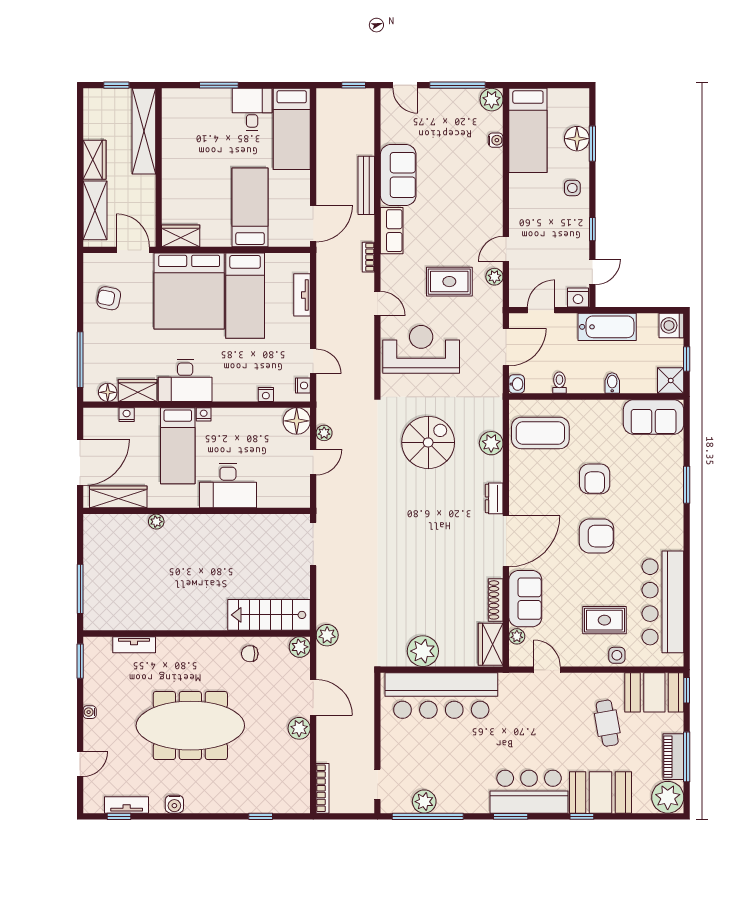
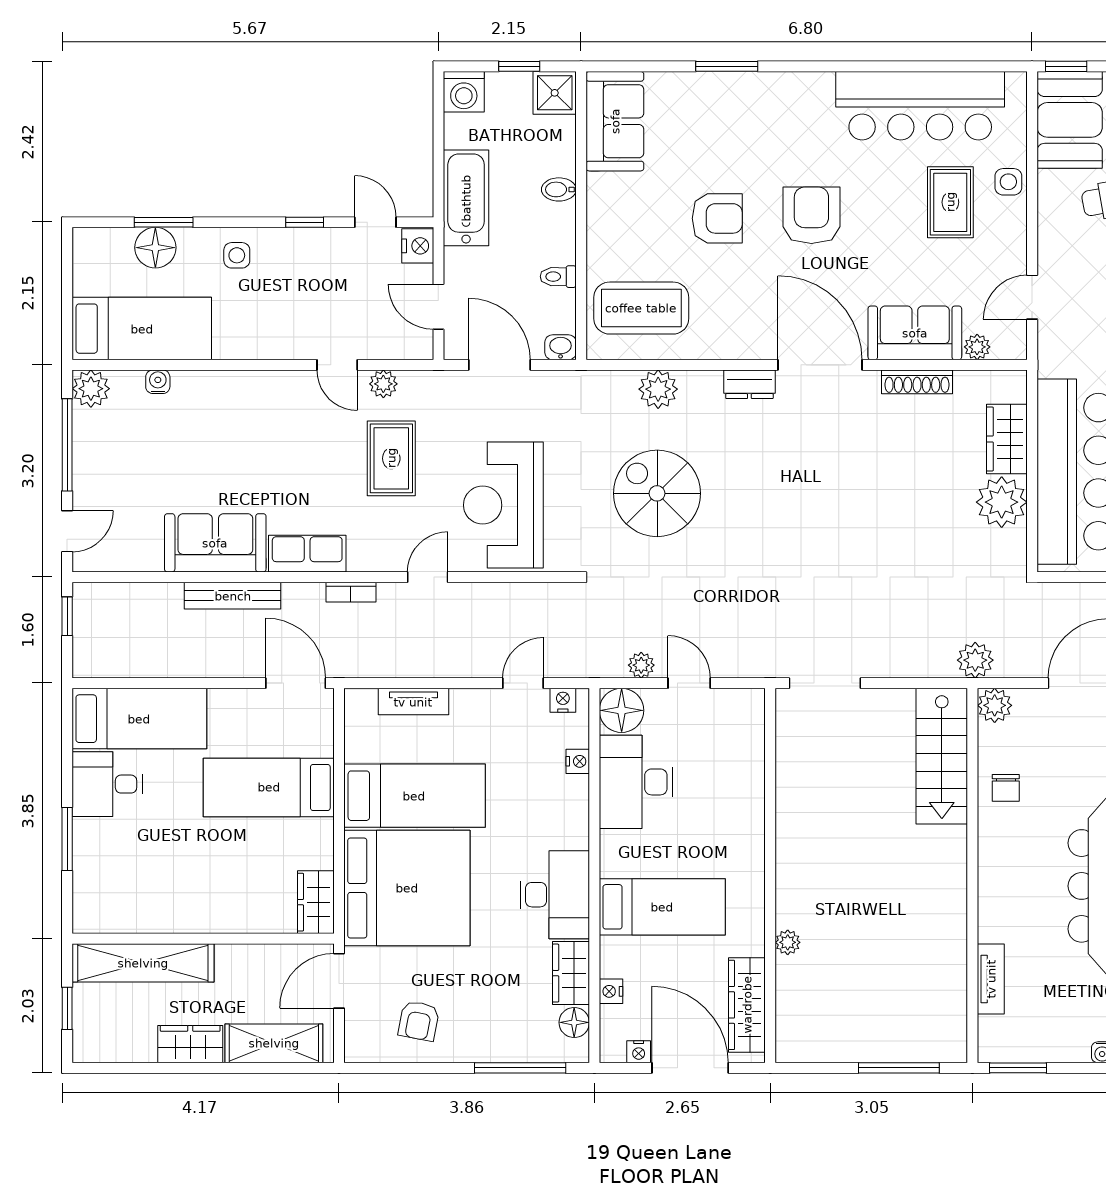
nightstand: (204, 414) -> (639, 1052), moved, turned -90
coffee table: (540, 433) -> (641, 308), turned 90
desk: (228, 486) -> (636, 782), moved, turned 180
wardrobe: (491, 644) -> (1007, 439), moved, turned 90

